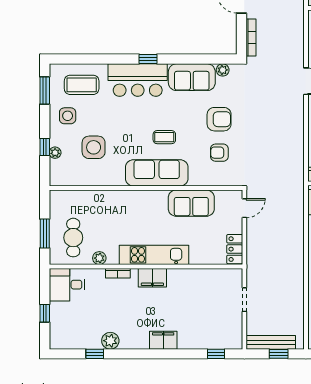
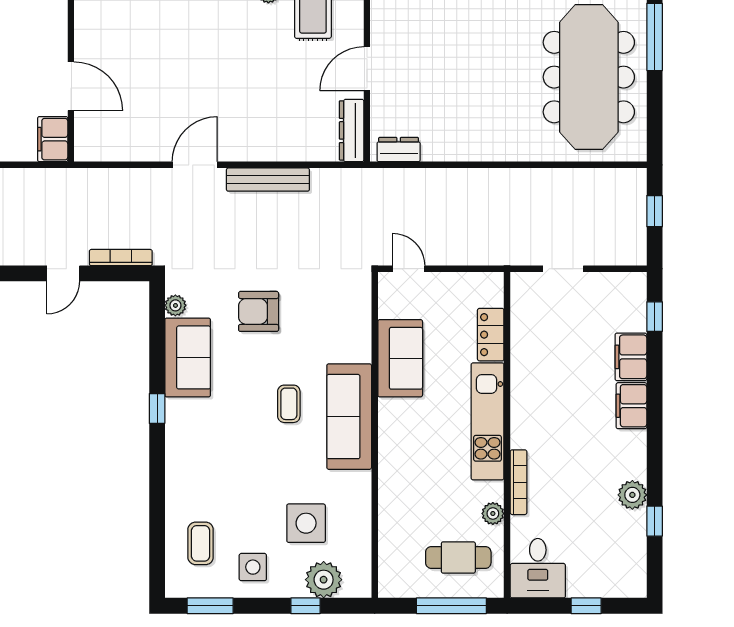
window: (148, 59) -> (157, 409), moved
bar counter: (138, 80) -> (193, 449), removed
coffee table: (82, 85) -> (201, 543), width x0.73, depth x0.77
armchair: (219, 119) -> (259, 311), turned -90
plant: (55, 153) -> (324, 580), width x1.88, depth x1.88
armchair: (219, 153) -> (315, 311), removed
window: (45, 233) -> (451, 606), width x1.44
locker: (235, 249) -> (491, 335), moved, turned 90
bookcase: (118, 273) -> (519, 482), width x1.56
filing cabinet: (152, 278) -> (631, 357), moved, turned 180
bench: (271, 342) -> (268, 180), moved, turned 90

